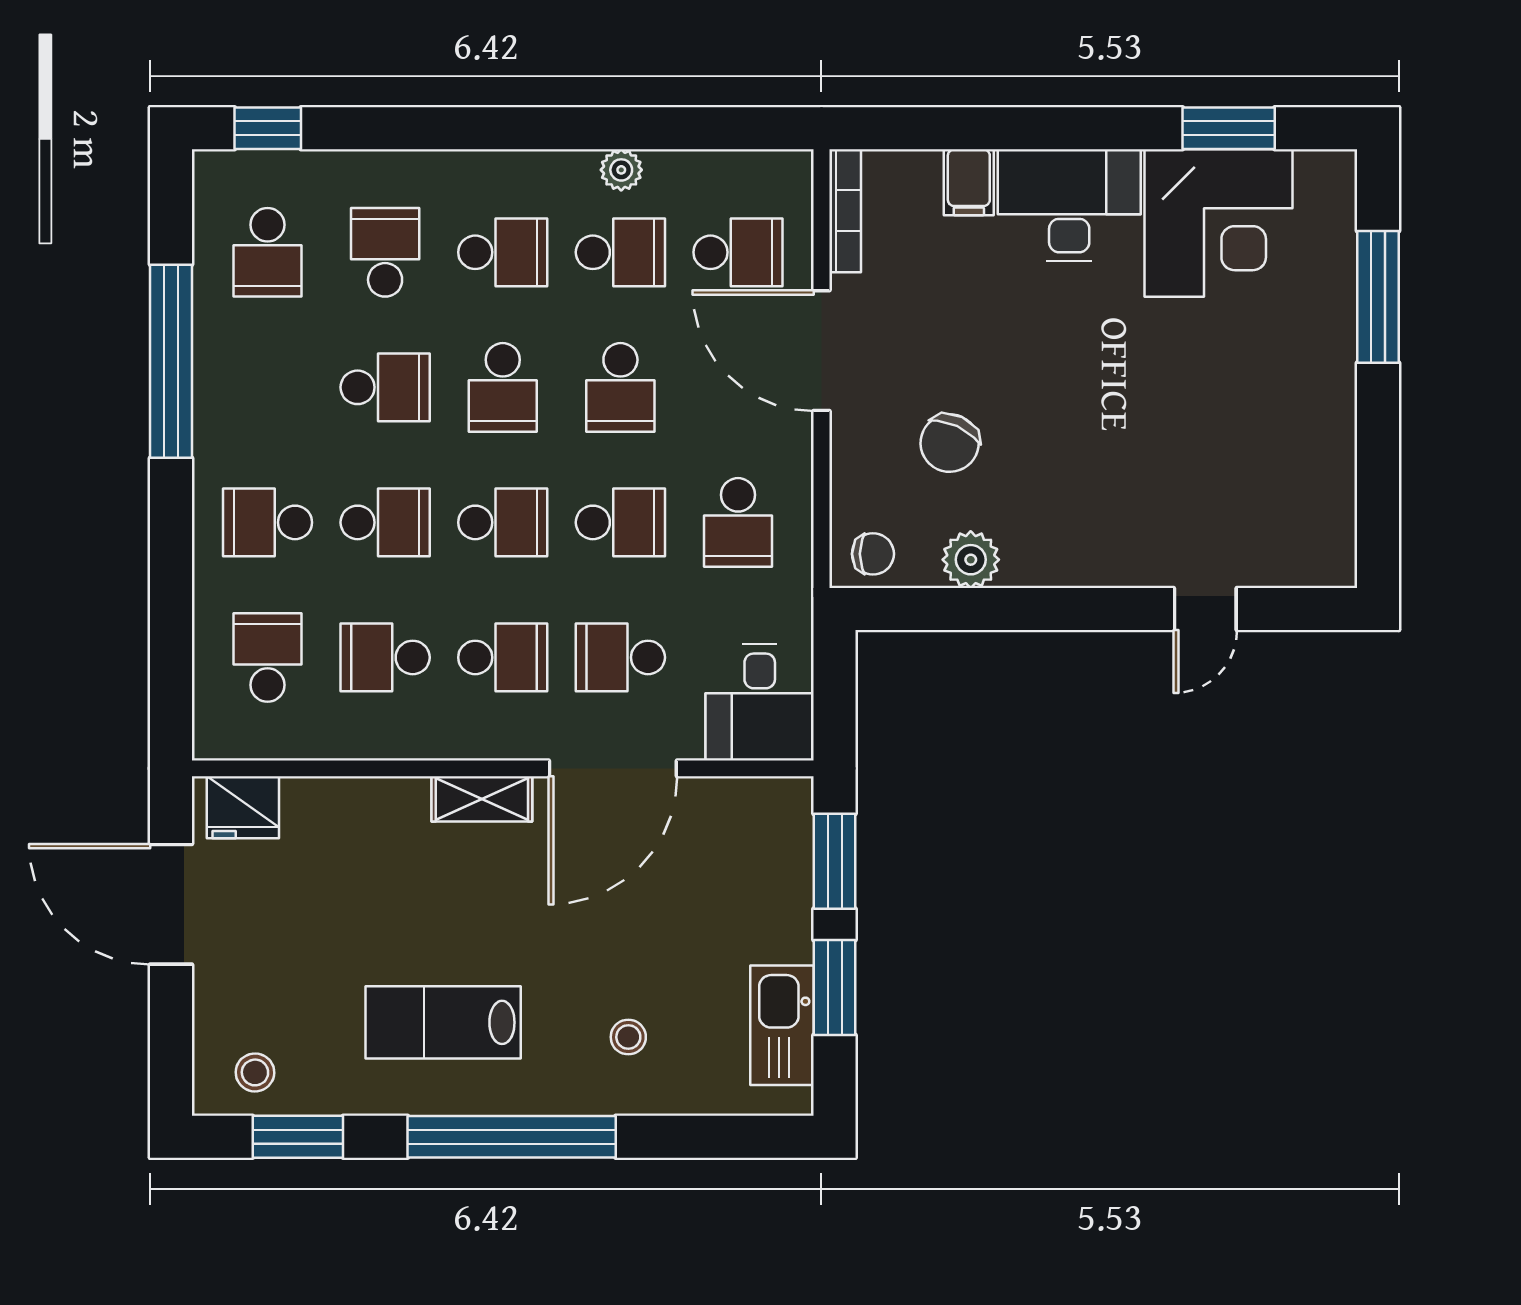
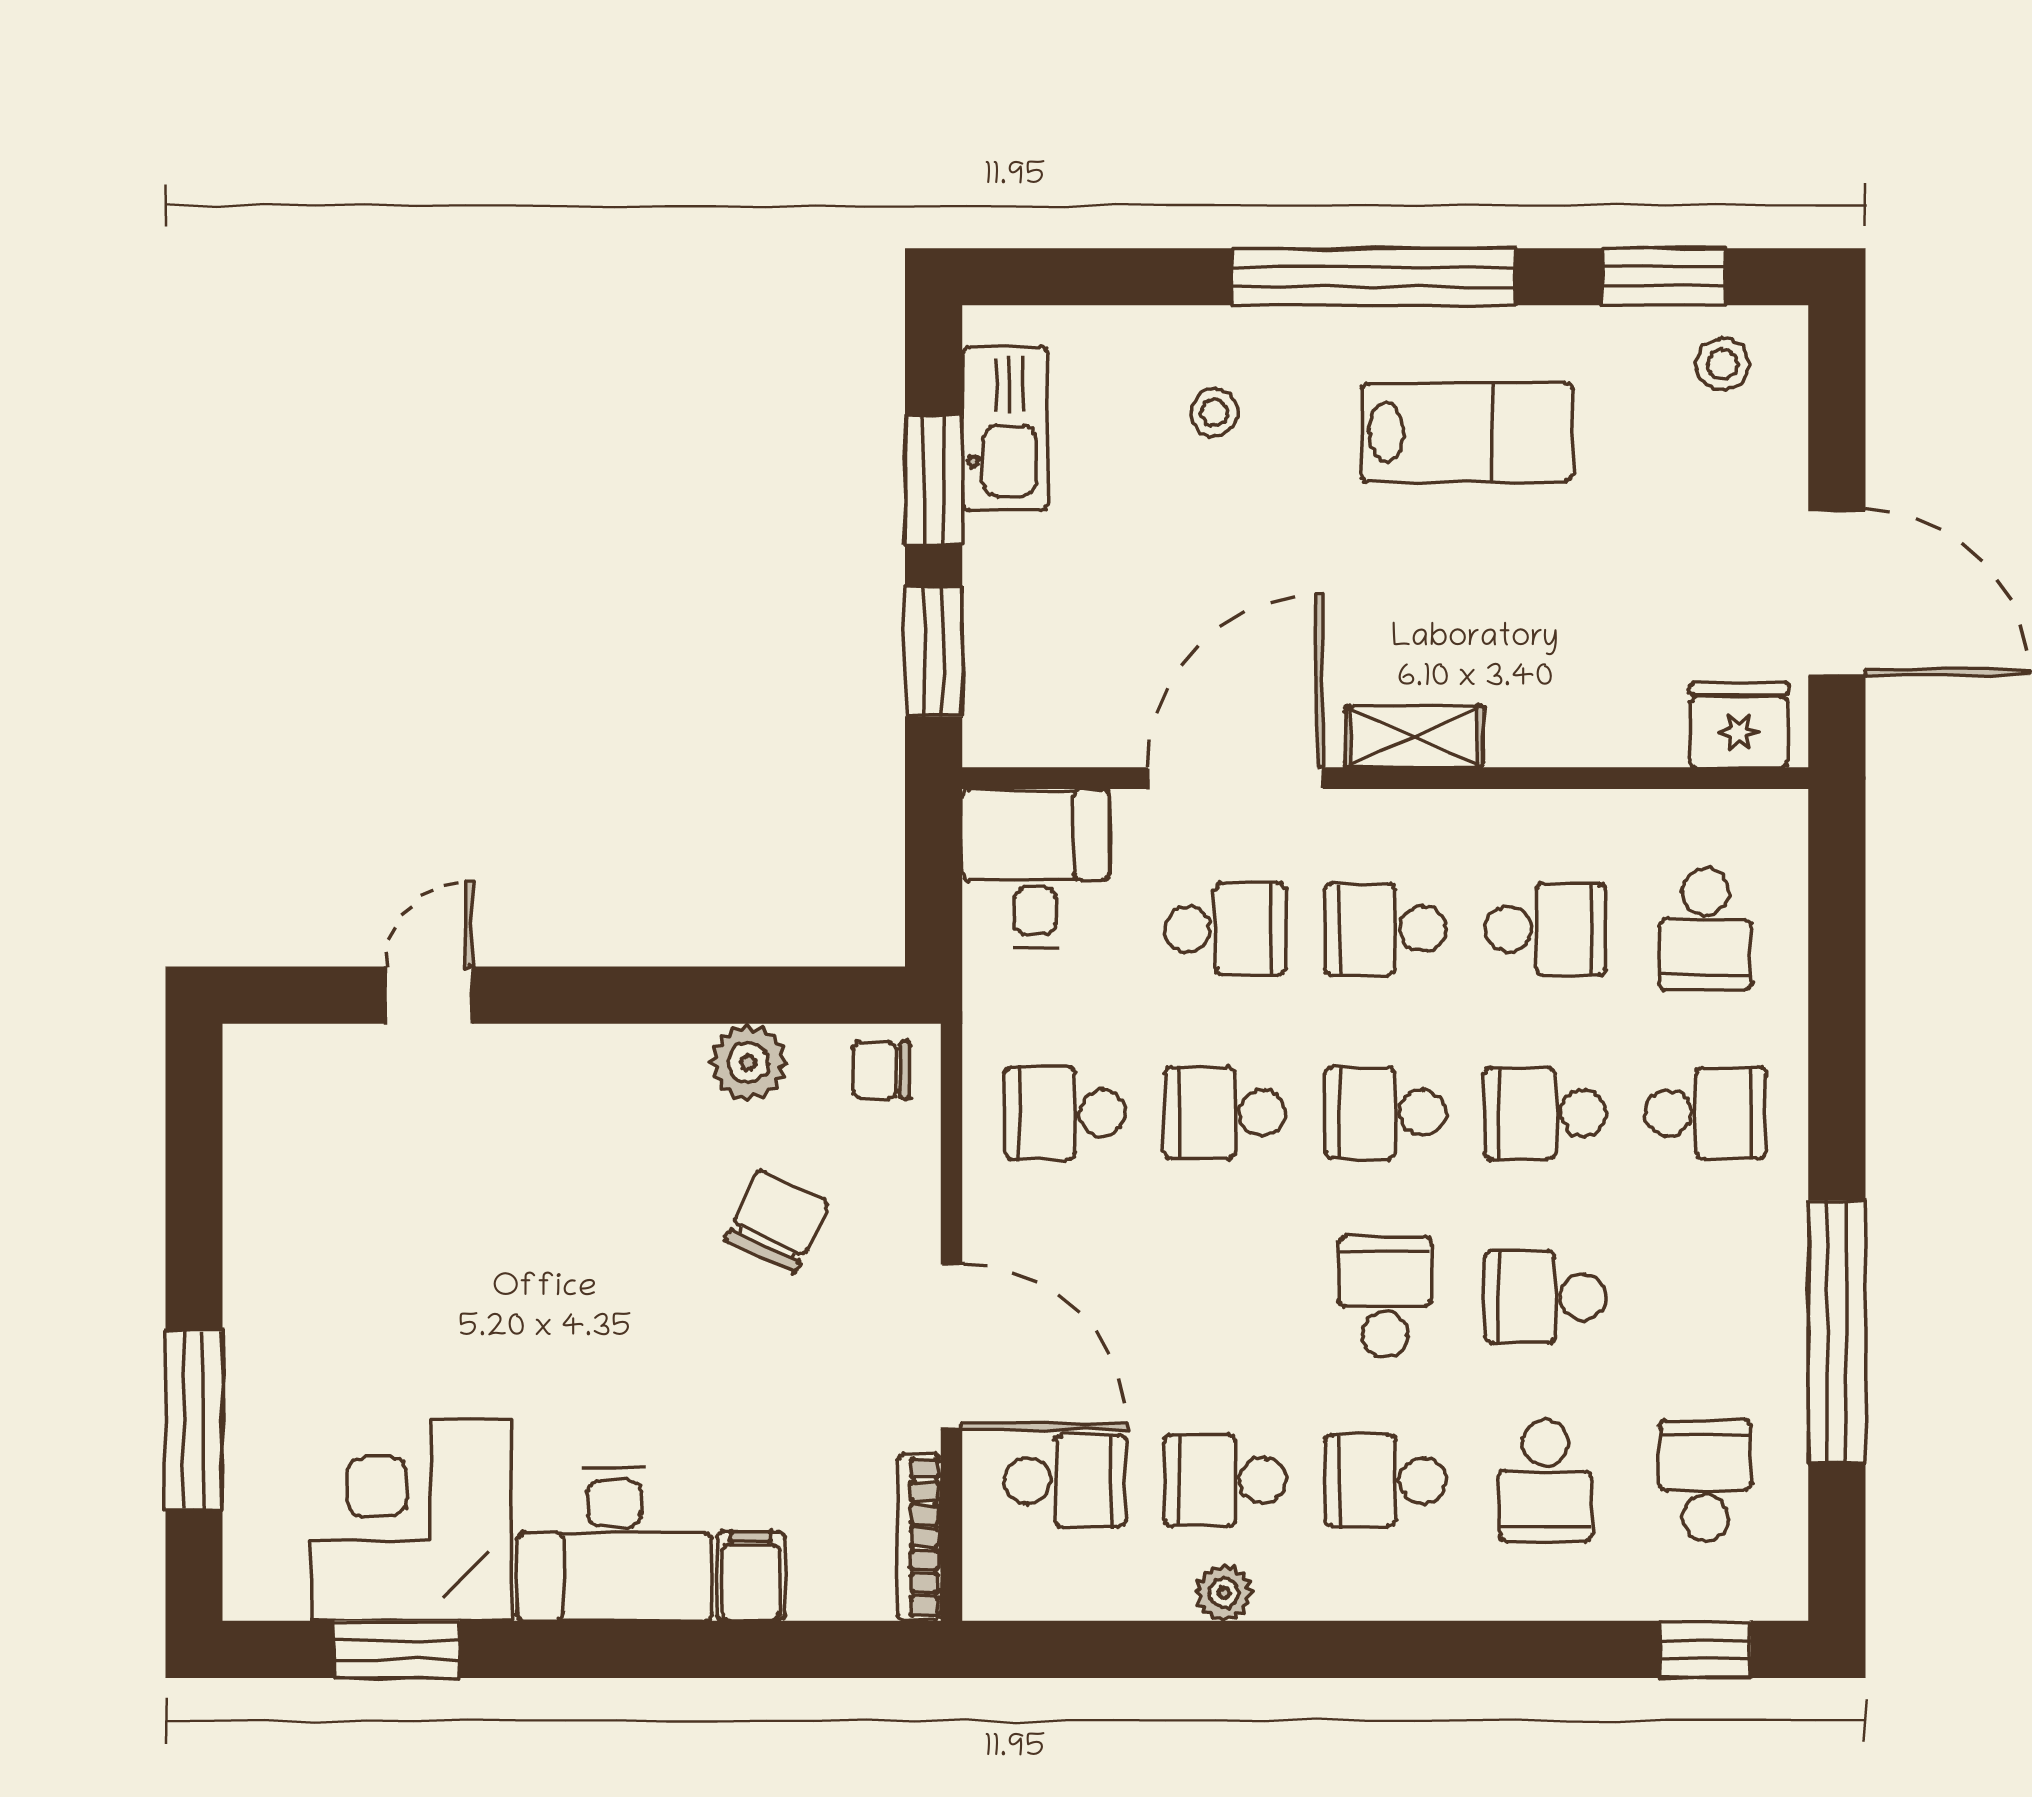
school desk: (738, 252) -> (1065, 1481), turned 180
school desk: (620, 387) -> (1225, 1297), removed
school desk: (738, 522) -> (1065, 1113), turned -90

